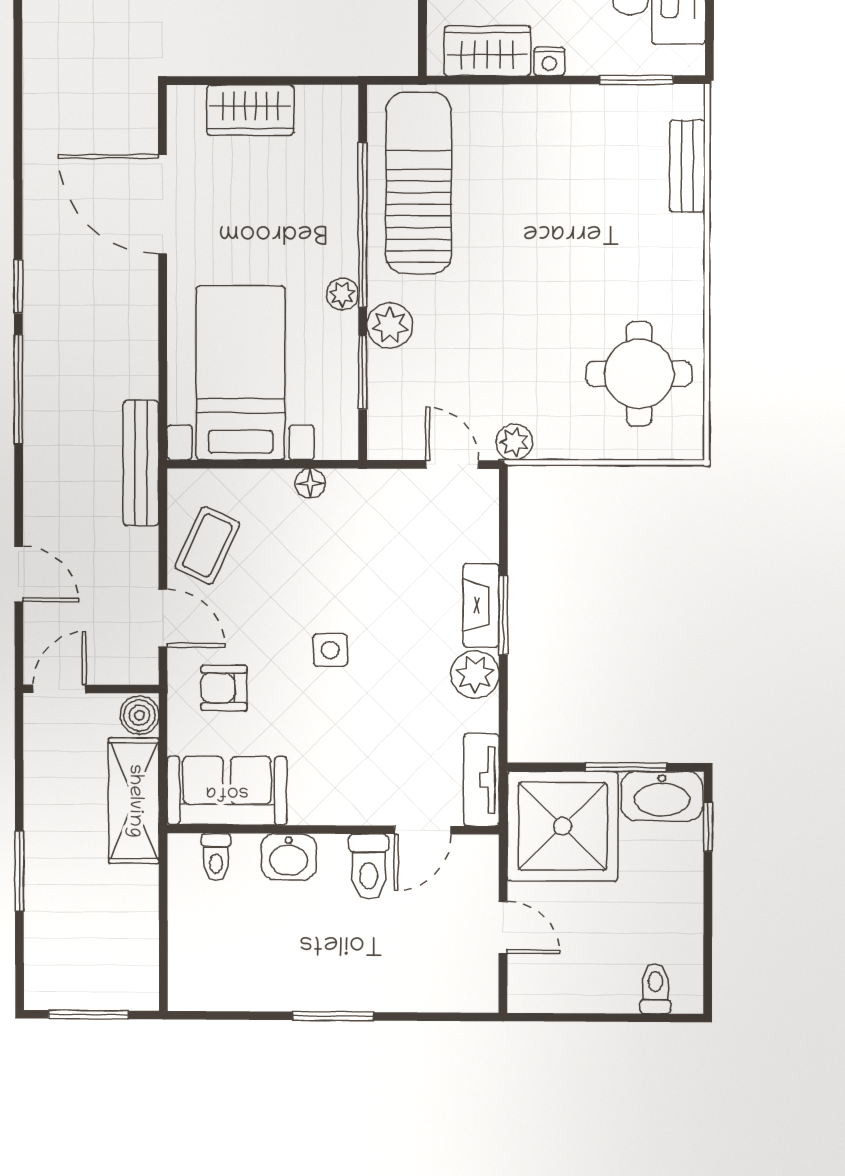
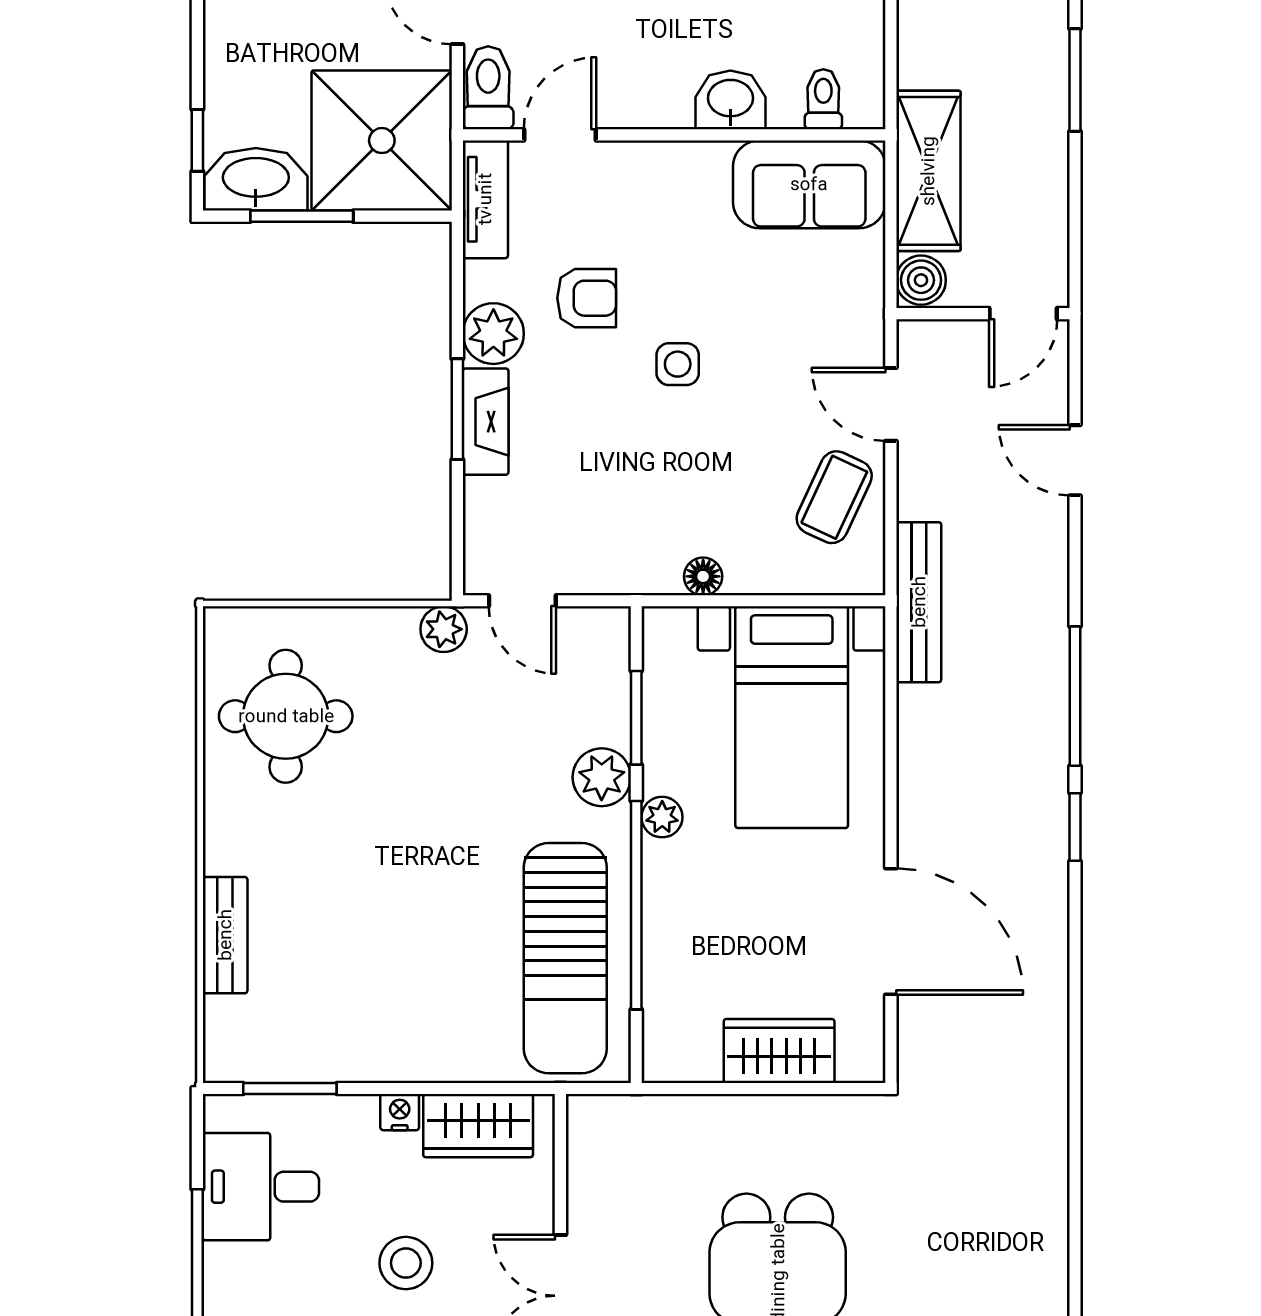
bench: (687, 166) -> (225, 935), moved
armchair: (224, 688) -> (587, 298), moved
toilet: (369, 867) -> (488, 88), moved

